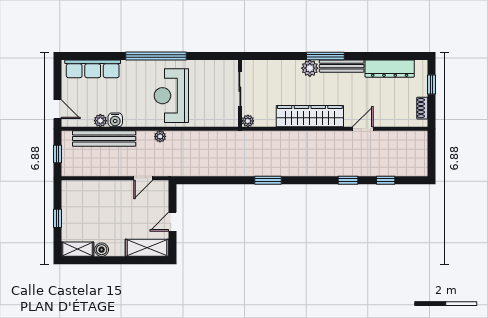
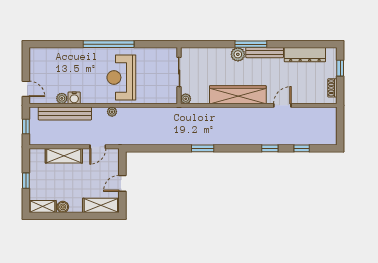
row of seats: (93, 69) -> (55, 55), removed
shelving: (103, 189) -> (64, 156), added

